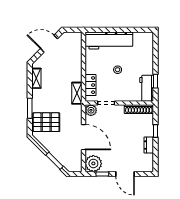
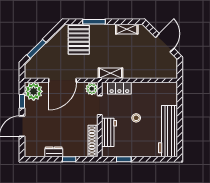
workbench: (109, 41) -> (168, 131), moved
workbench: (147, 88) -> (109, 132), moved, turned 90

